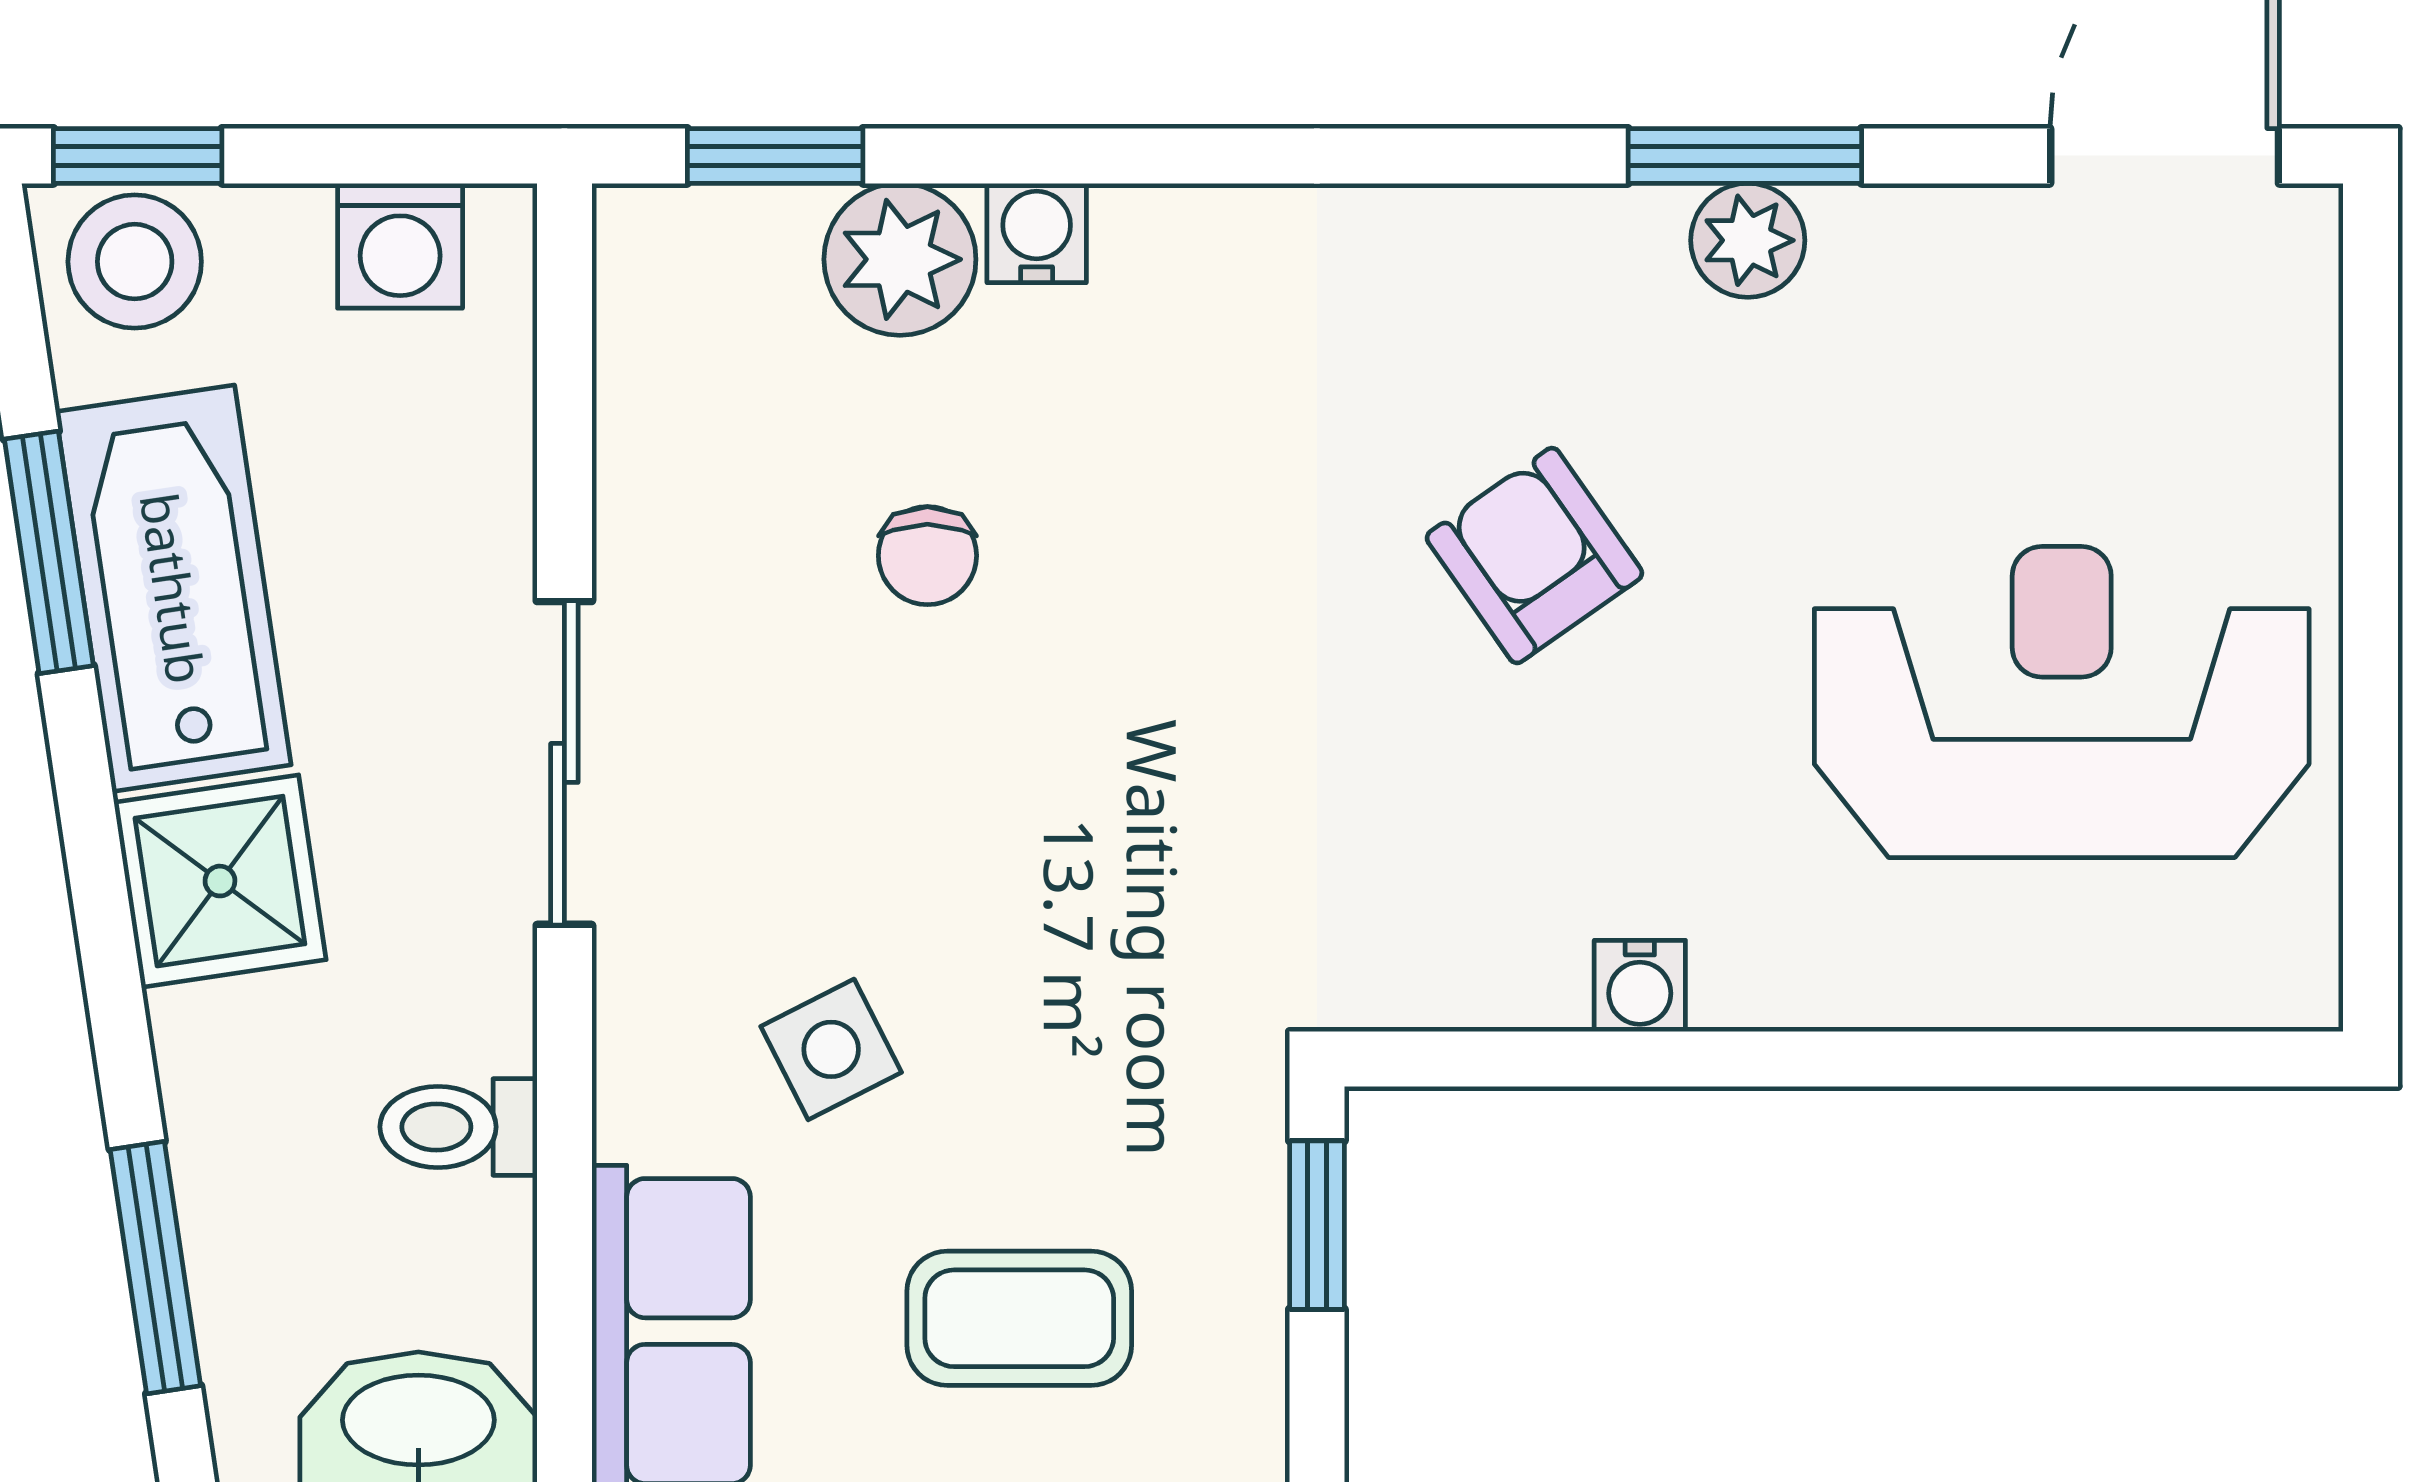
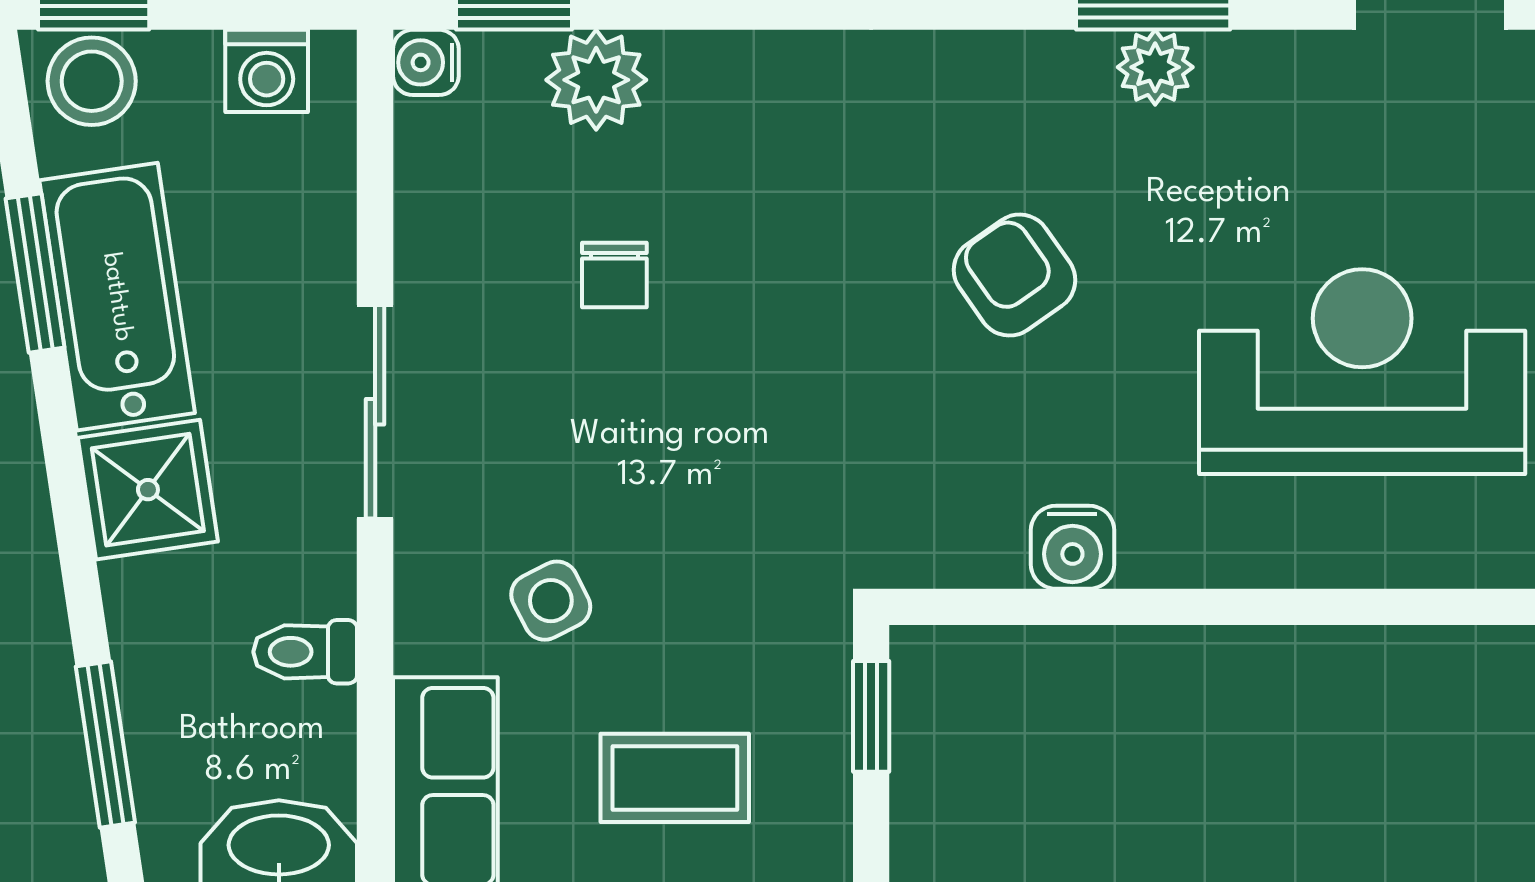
water cooler: (1037, 233) -> (426, 62), moved, turned -90
water cooler: (1640, 986) -> (1072, 547), width x1.38, depth x1.38

